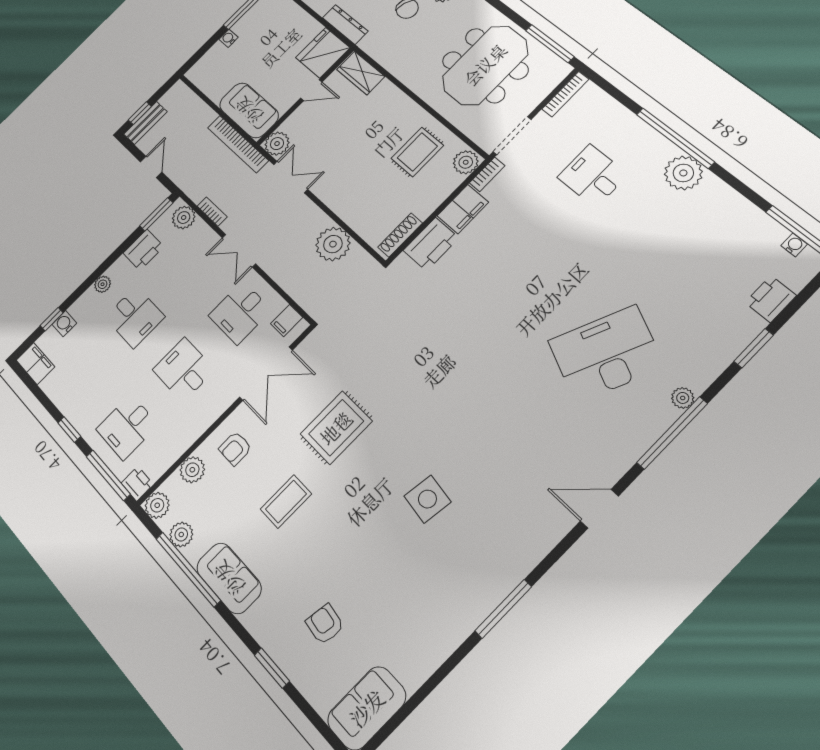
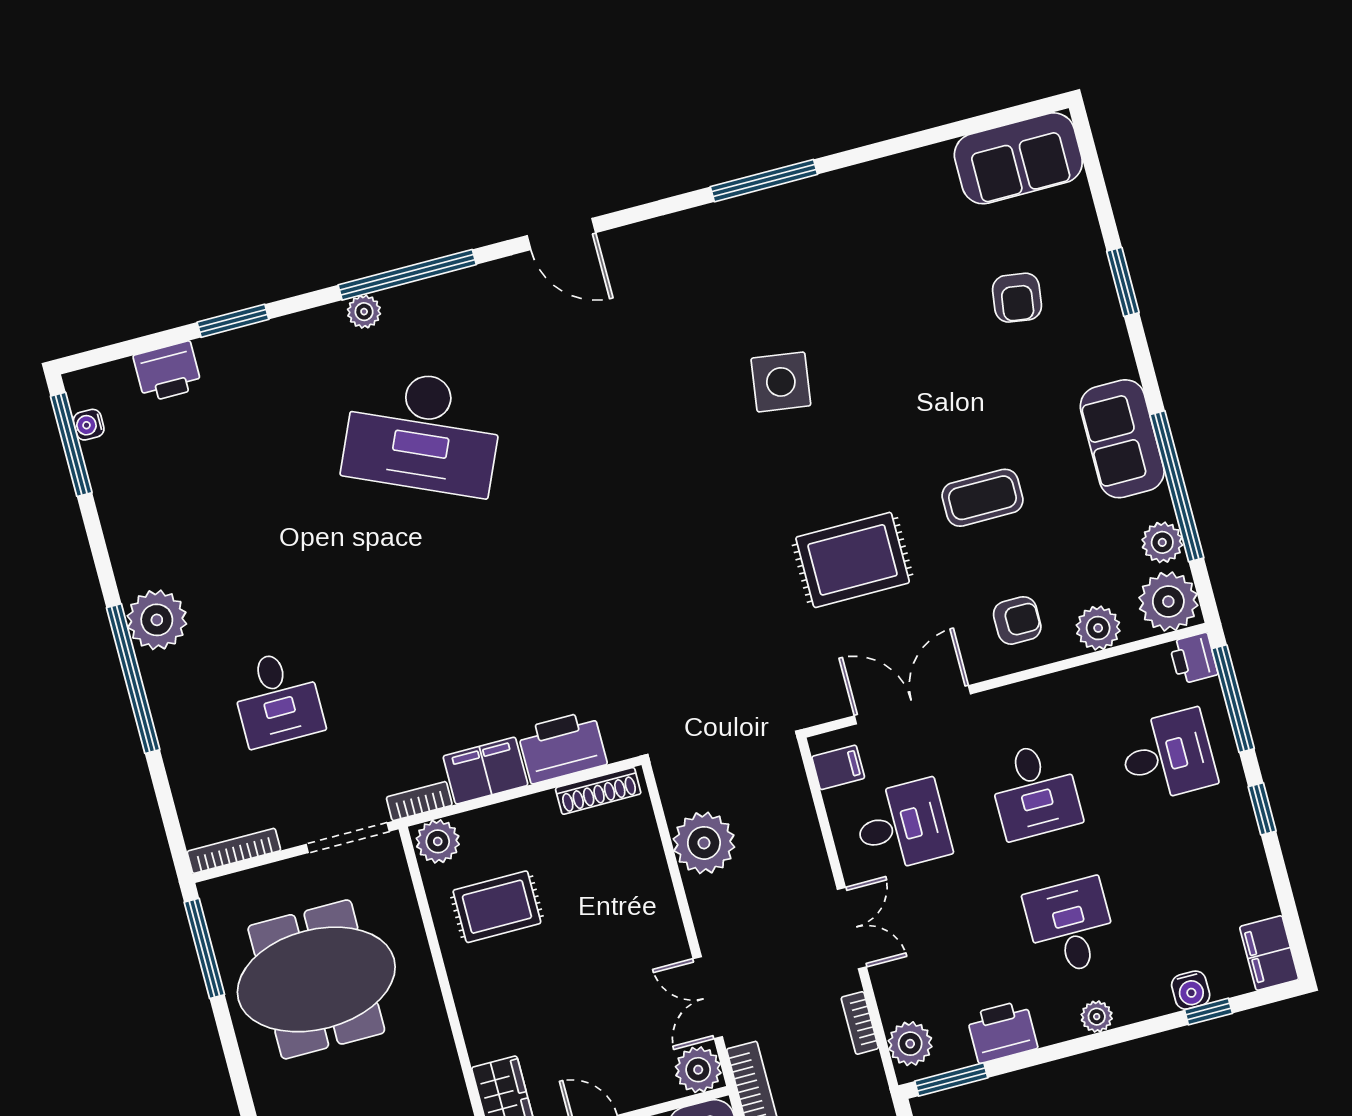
plant: (157, 505) -> (1168, 601), width x1.36, depth x1.36

